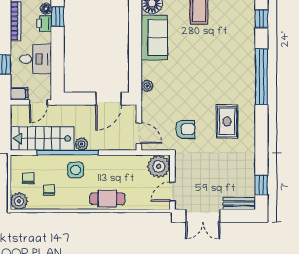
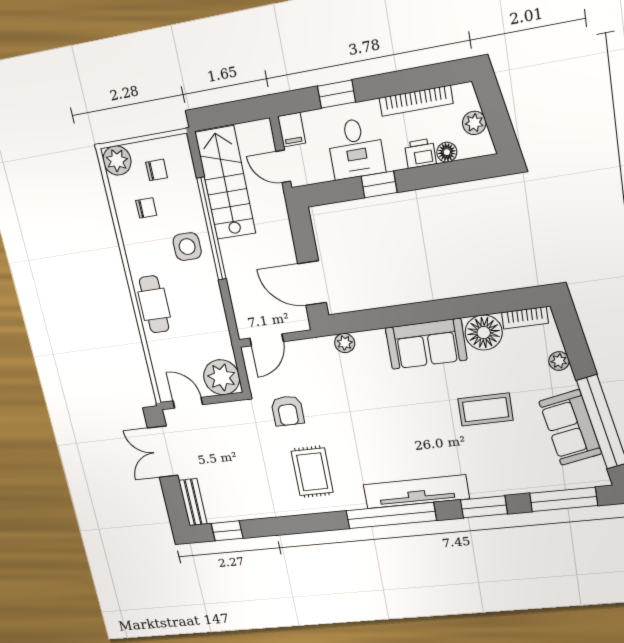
window: (58, 16) -> (379, 184), moved
window: (261, 19) -> (484, 507), width x1.50
tv unit: (247, 59) -> (416, 492), added
rug: (227, 121) -> (312, 472), turned 90
plant: (82, 144) -> (230, 250), removed

